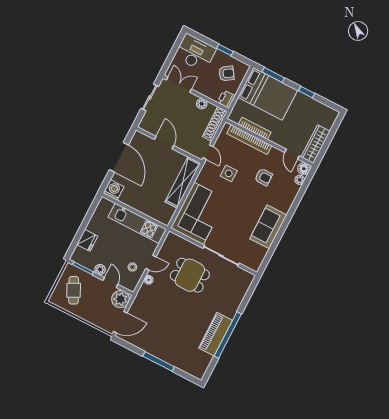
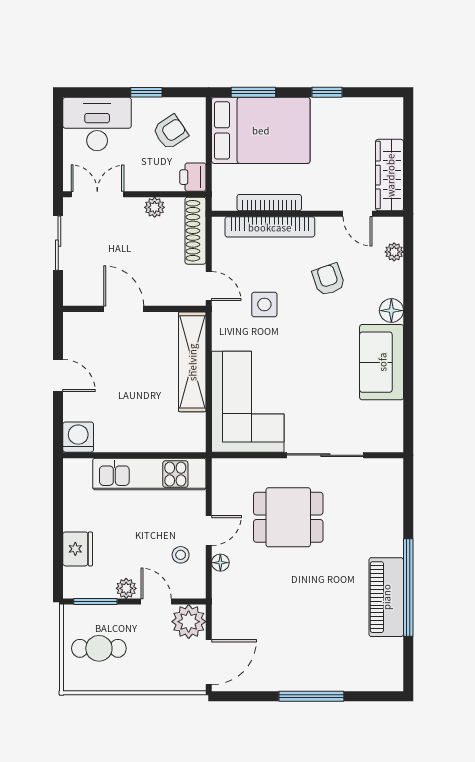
door: (119, 157) -> (58, 375), width x0.53
floor lamp: (304, 169) -> (391, 311), moved
armchair: (264, 177) -> (329, 279), turned -109
cafe table: (74, 290) -> (99, 648), turned -63

